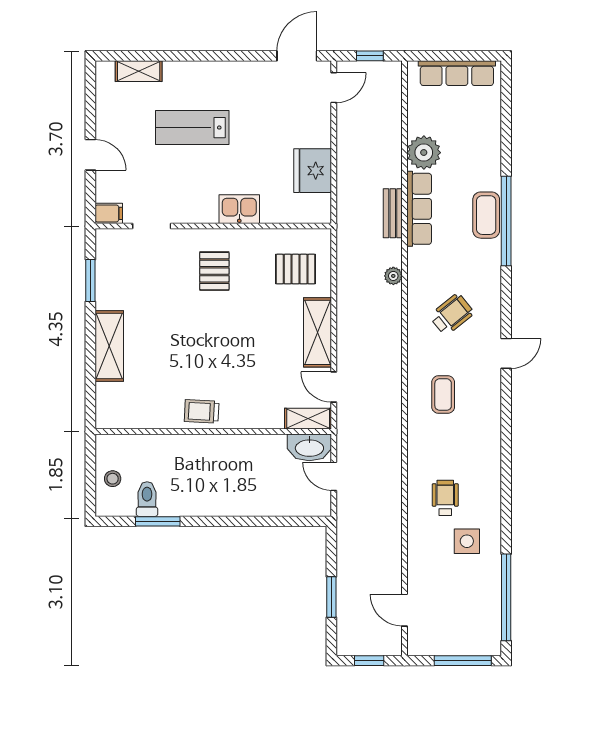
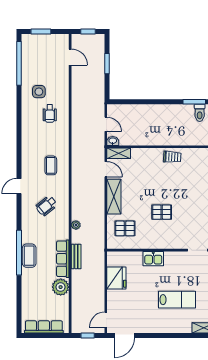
pallet: (214, 271) -> (162, 212), moved, turned 90
washbasin: (309, 447) -> (113, 141), width x0.52, depth x0.69
window: (463, 661) -> (41, 32), width x0.69

